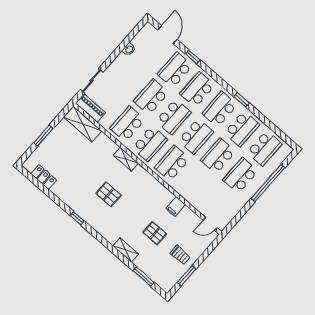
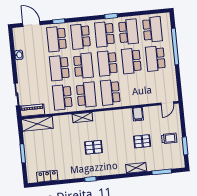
school desk: (196, 136) -> (107, 63), turned 180

